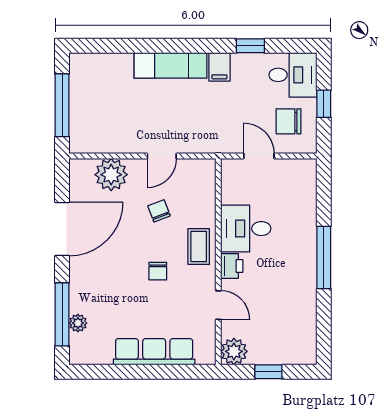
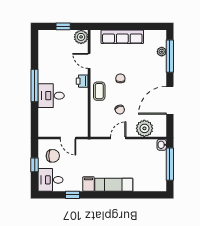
washbasin: (78, 143) -> (162, 145), added
desk: (246, 229) -> (51, 96), moved, turned 180

